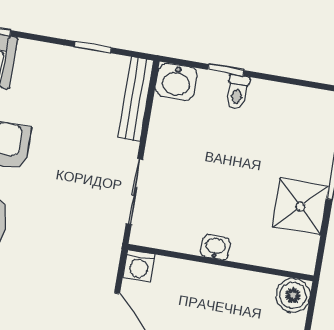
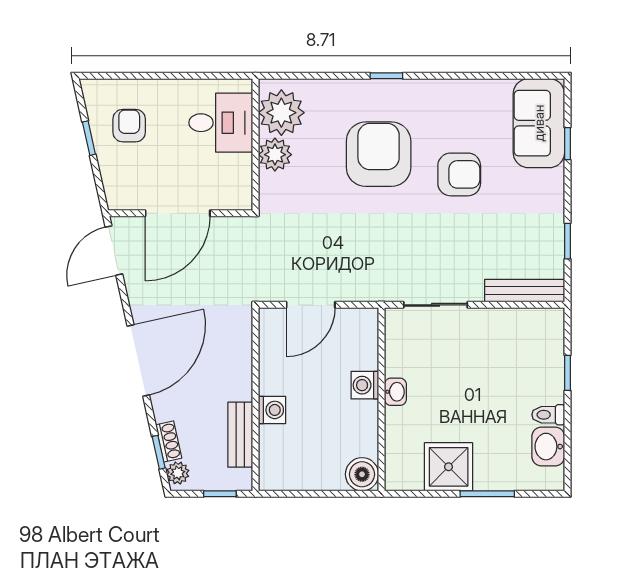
washbasin: (176, 82) -> (548, 447), moved
toilet: (237, 92) -> (548, 415), moved
washing machine: (139, 266) -> (365, 385), moved

